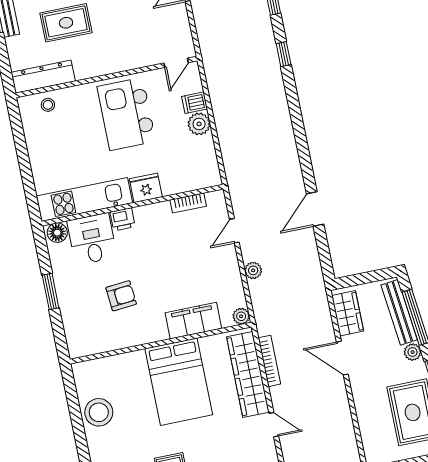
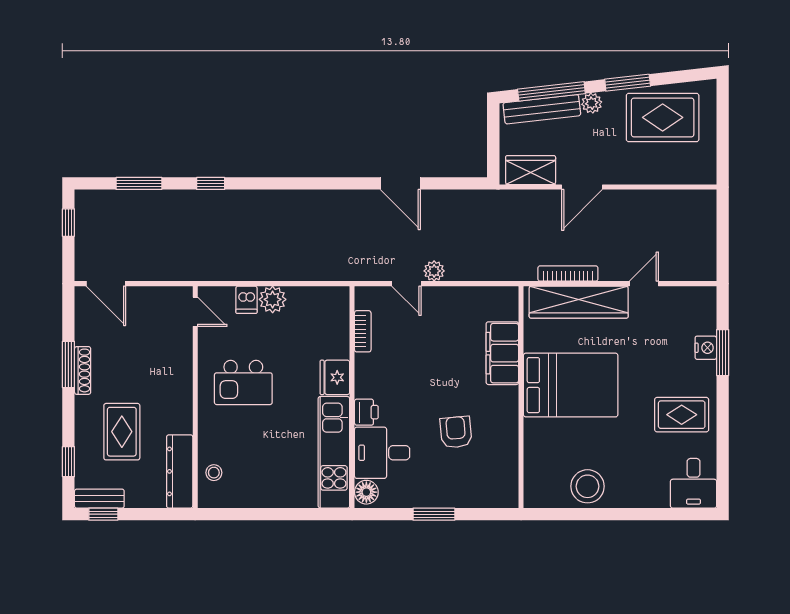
kitchen island: (126, 114) -> (243, 382), width x0.73, depth x0.78
plant: (253, 270) -> (434, 271), moved
plant: (241, 316) -> (509, 296), removed

